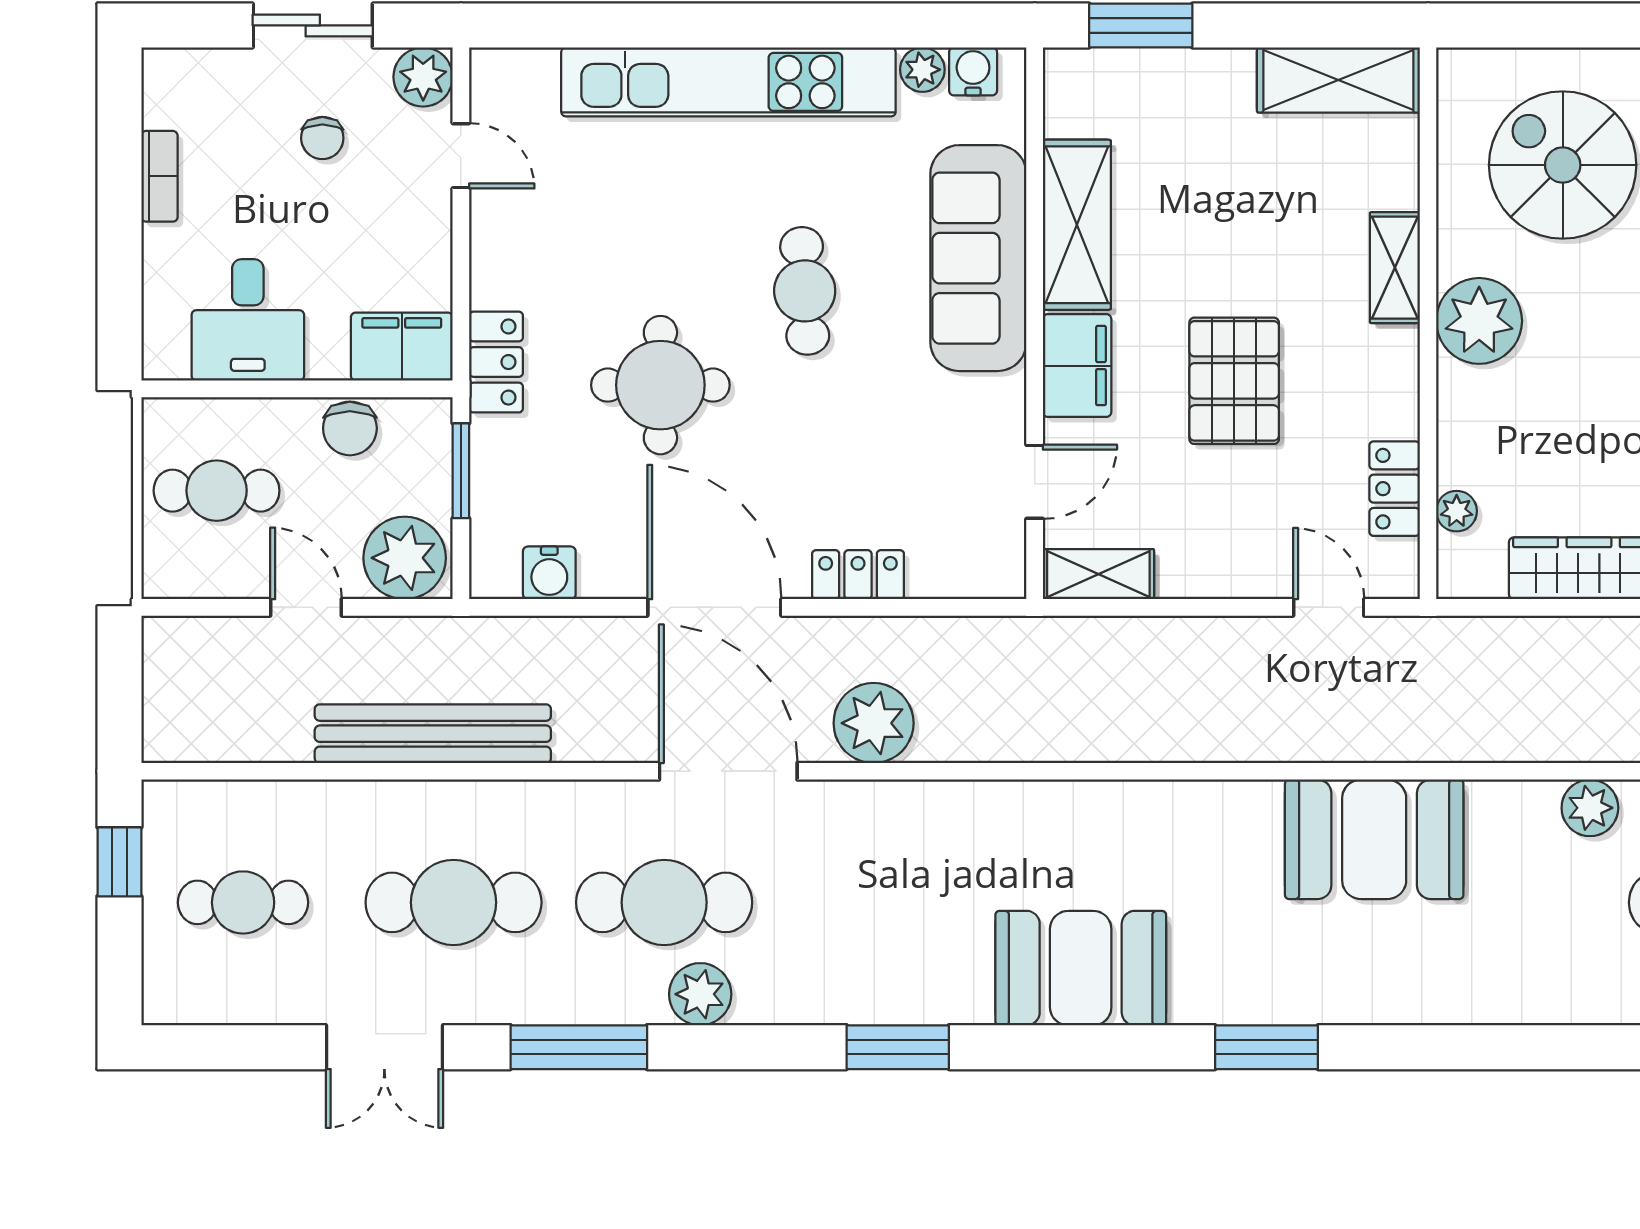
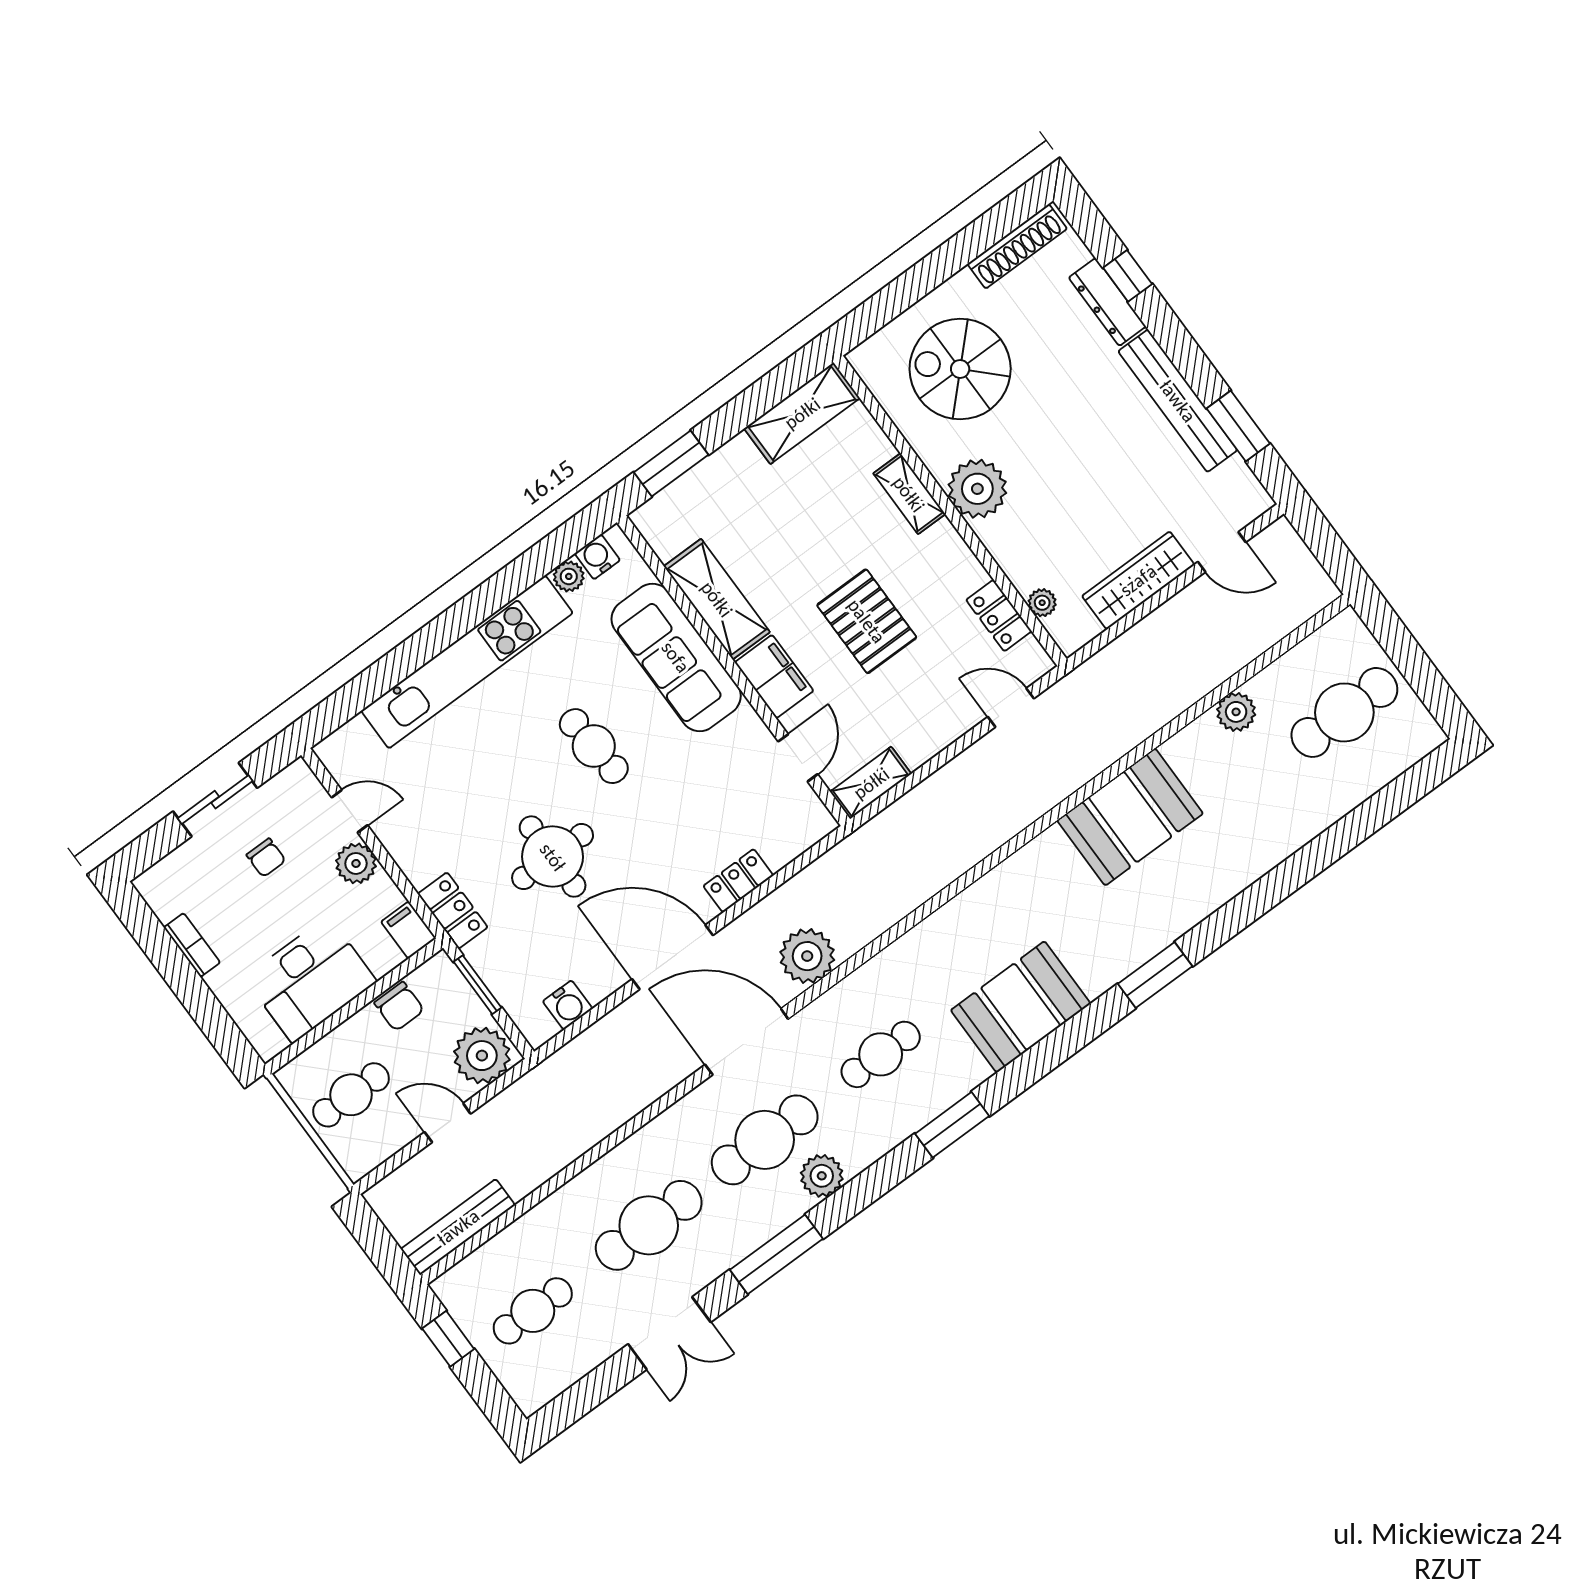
plant: (423, 77) -> (356, 863), moved
desk: (248, 320) -> (310, 980), width x1.37
filing cabinet: (402, 347) -> (409, 930), width x0.50
bench: (433, 734) -> (458, 1227), moved, width x0.73, depth x0.82
cafe table: (875, 902) -> (881, 1054), added

